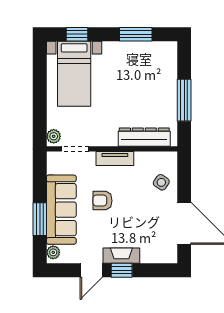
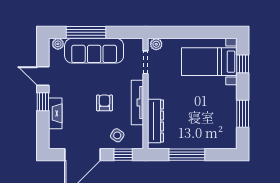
tv unit: (115, 159) -> (137, 103), width x1.41
window: (184, 175) -> (123, 155), added
armchair: (102, 201) -> (104, 103), moved
window: (40, 219) -> (86, 32), width x1.44
fireplace: (121, 256) -> (55, 113), moved

